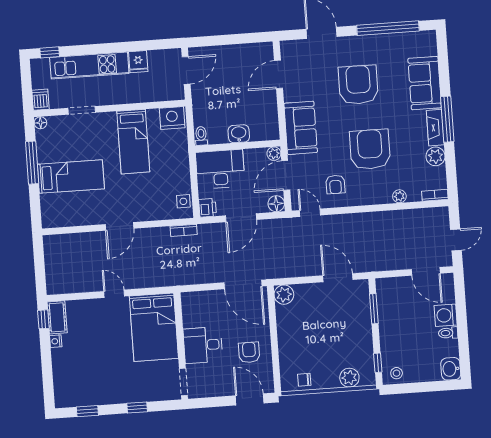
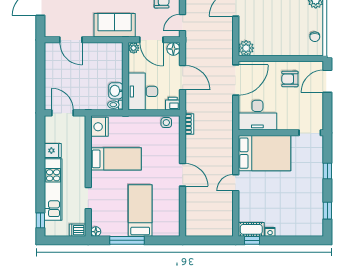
washbasin: (239, 134) -> (116, 91), moved
desk: (203, 345) -> (257, 115), moved, width x1.37

